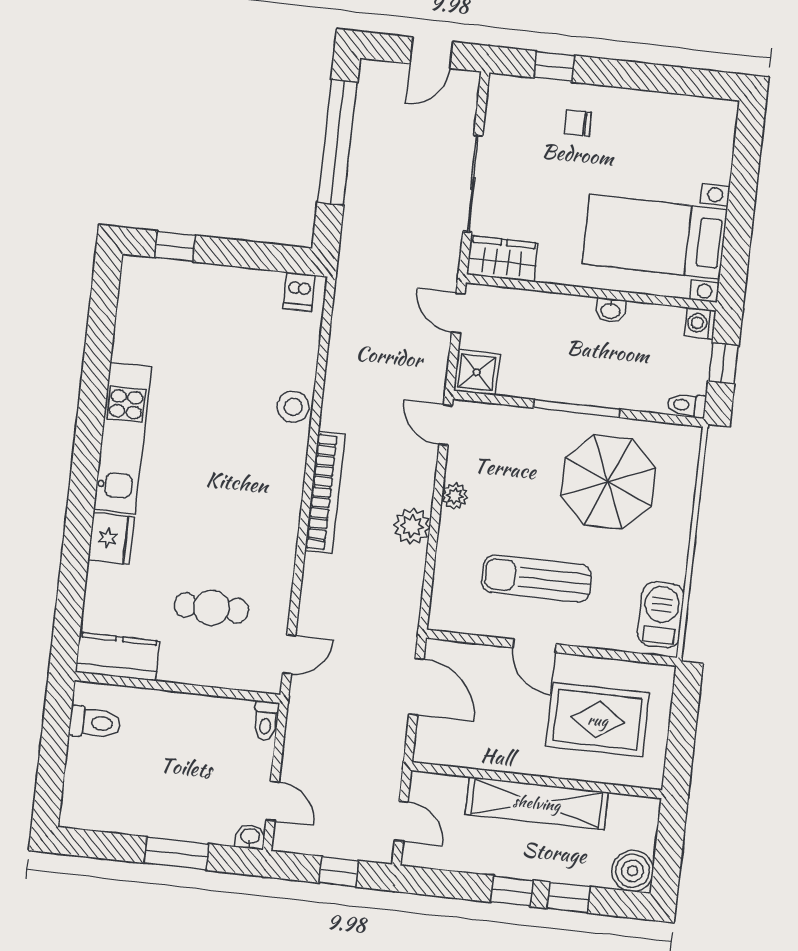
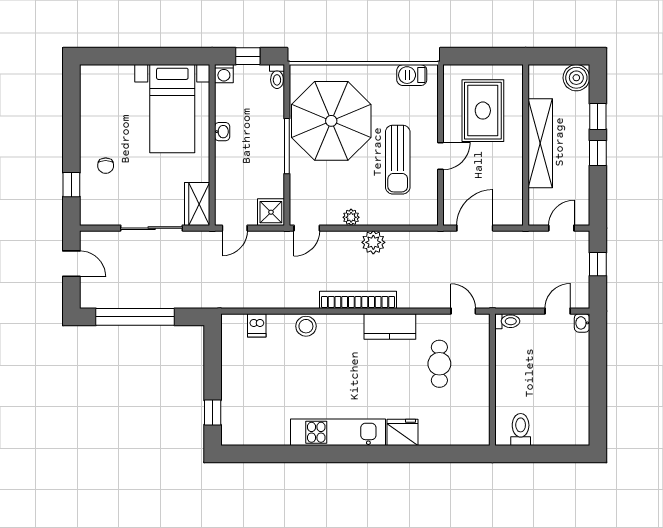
dishwasher: (299, 292) -> (257, 325), moved, turned 90
parasol: (608, 482) -> (331, 121), width x1.36, depth x1.36
barbecue: (661, 615) -> (412, 75), width x0.73, depth x0.79
kitchen counter: (117, 657) -> (390, 326), moved, turned -90
window: (176, 853) -> (598, 368), removed

